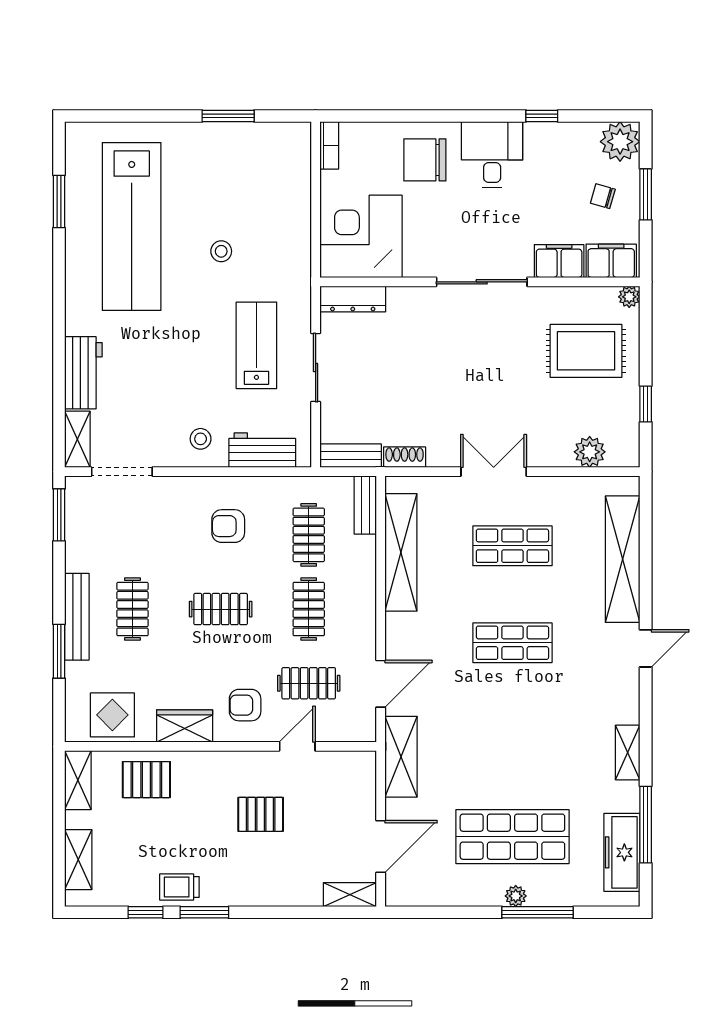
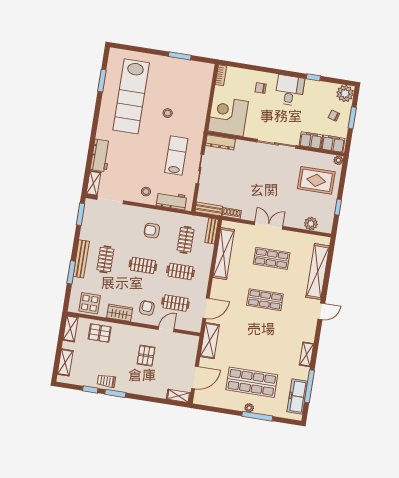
chair: (425, 160) -> (261, 88), width x0.54, depth x0.54
clothes rail: (309, 609) -> (180, 271), turned 90
armchair: (245, 705) -> (147, 308), turned 93
pallet: (261, 814) -> (146, 356), turned 90

